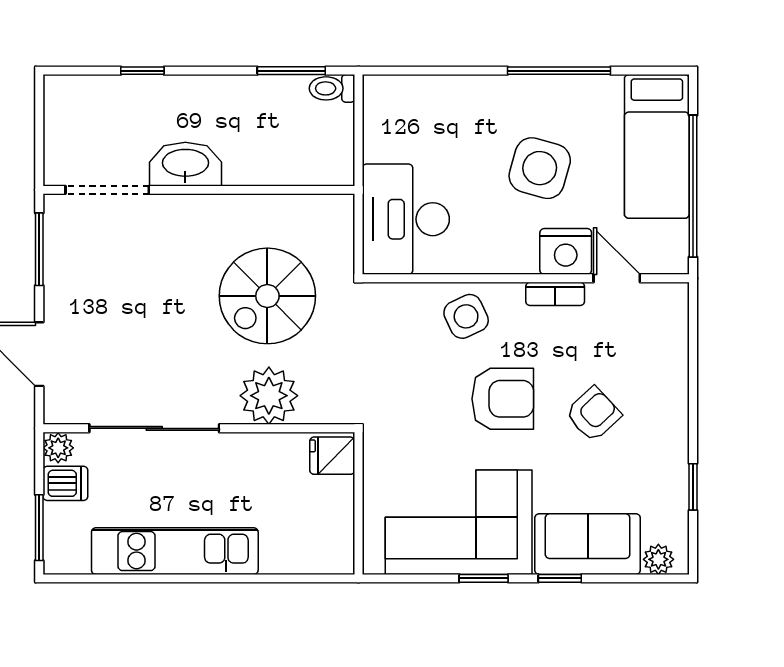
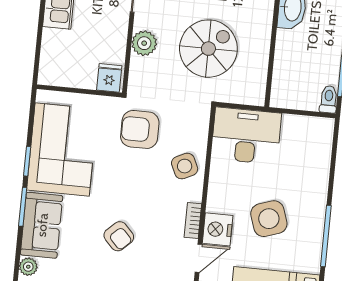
side table: (540, 168) -> (269, 219), turned -35
spiral stairs: (267, 296) -> (208, 49), turned 90
plant: (269, 396) -> (144, 43), width x0.73, depth x0.73
armchair: (503, 399) -> (140, 129), moved, turned 90
window: (560, 578) -> (23, 207), width x1.50

